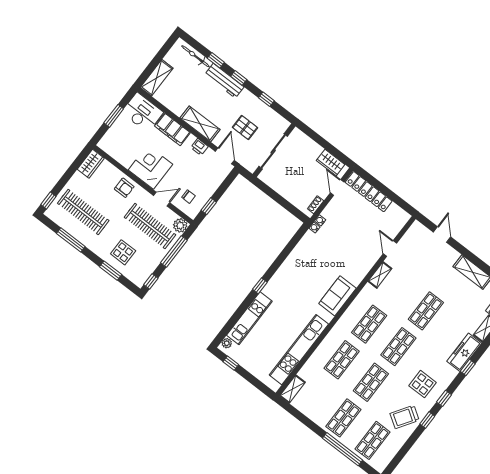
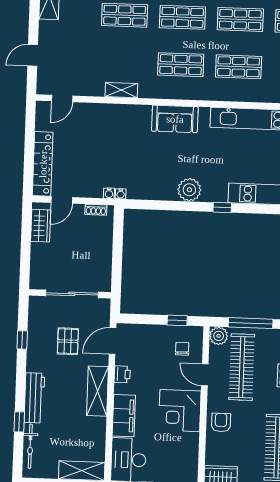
window: (239, 78) -> (21, 385), removed
door: (390, 249) -> (62, 98), moved
plant: (286, 273) -> (189, 190), added

